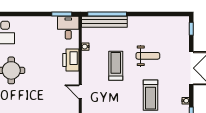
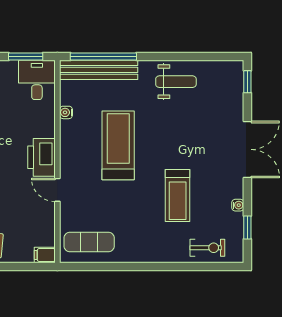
weight bench: (148, 56) -> (176, 82), moved
printer: (71, 60) -> (42, 157), moved
treadmill: (116, 66) -> (118, 145), width x1.37, depth x1.38

